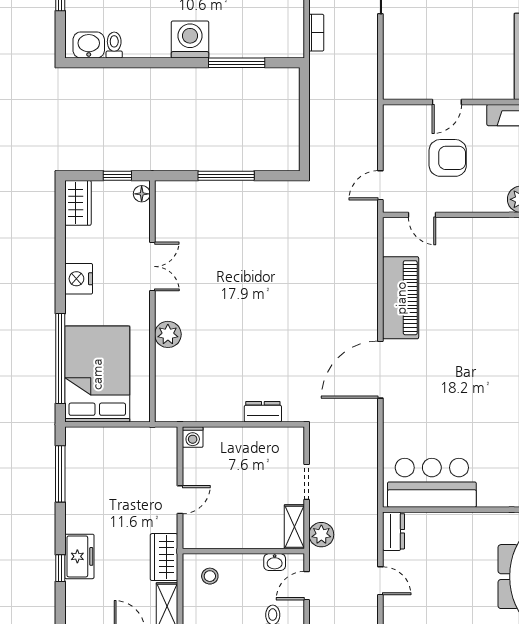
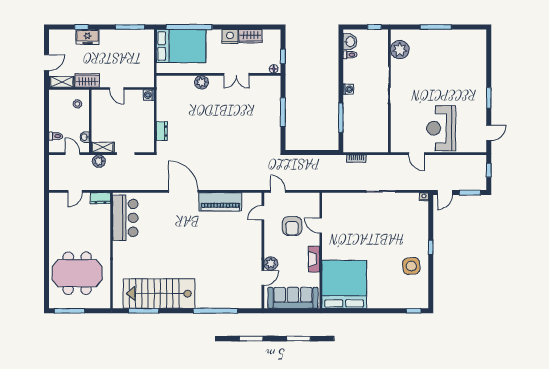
washing machine: (190, 40) -> (348, 89), width x0.53, depth x0.53
wardrobe: (78, 203) -> (250, 36), moved

